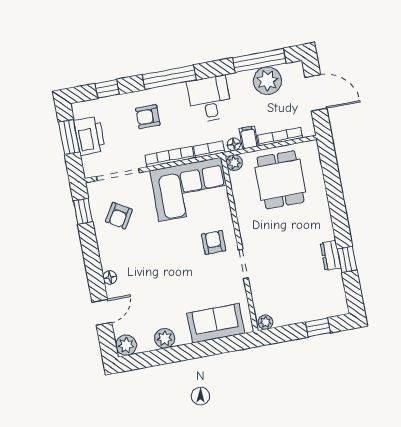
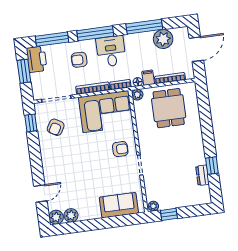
window: (259, 60) -> (144, 27), moved
window: (107, 89) -> (52, 39), width x2.17
door: (316, 93) -> (196, 49), hinge flipped
desk: (209, 99) -> (111, 51), moved
printer: (90, 136) -> (37, 59), moved
armchair: (214, 242) -> (120, 149), turned 90
dresser: (331, 255) -> (202, 175), moved
floor lamp: (110, 277) -> (47, 170), removed
window: (318, 327) -> (169, 214), moved
plant: (165, 338) -> (71, 215), moved

